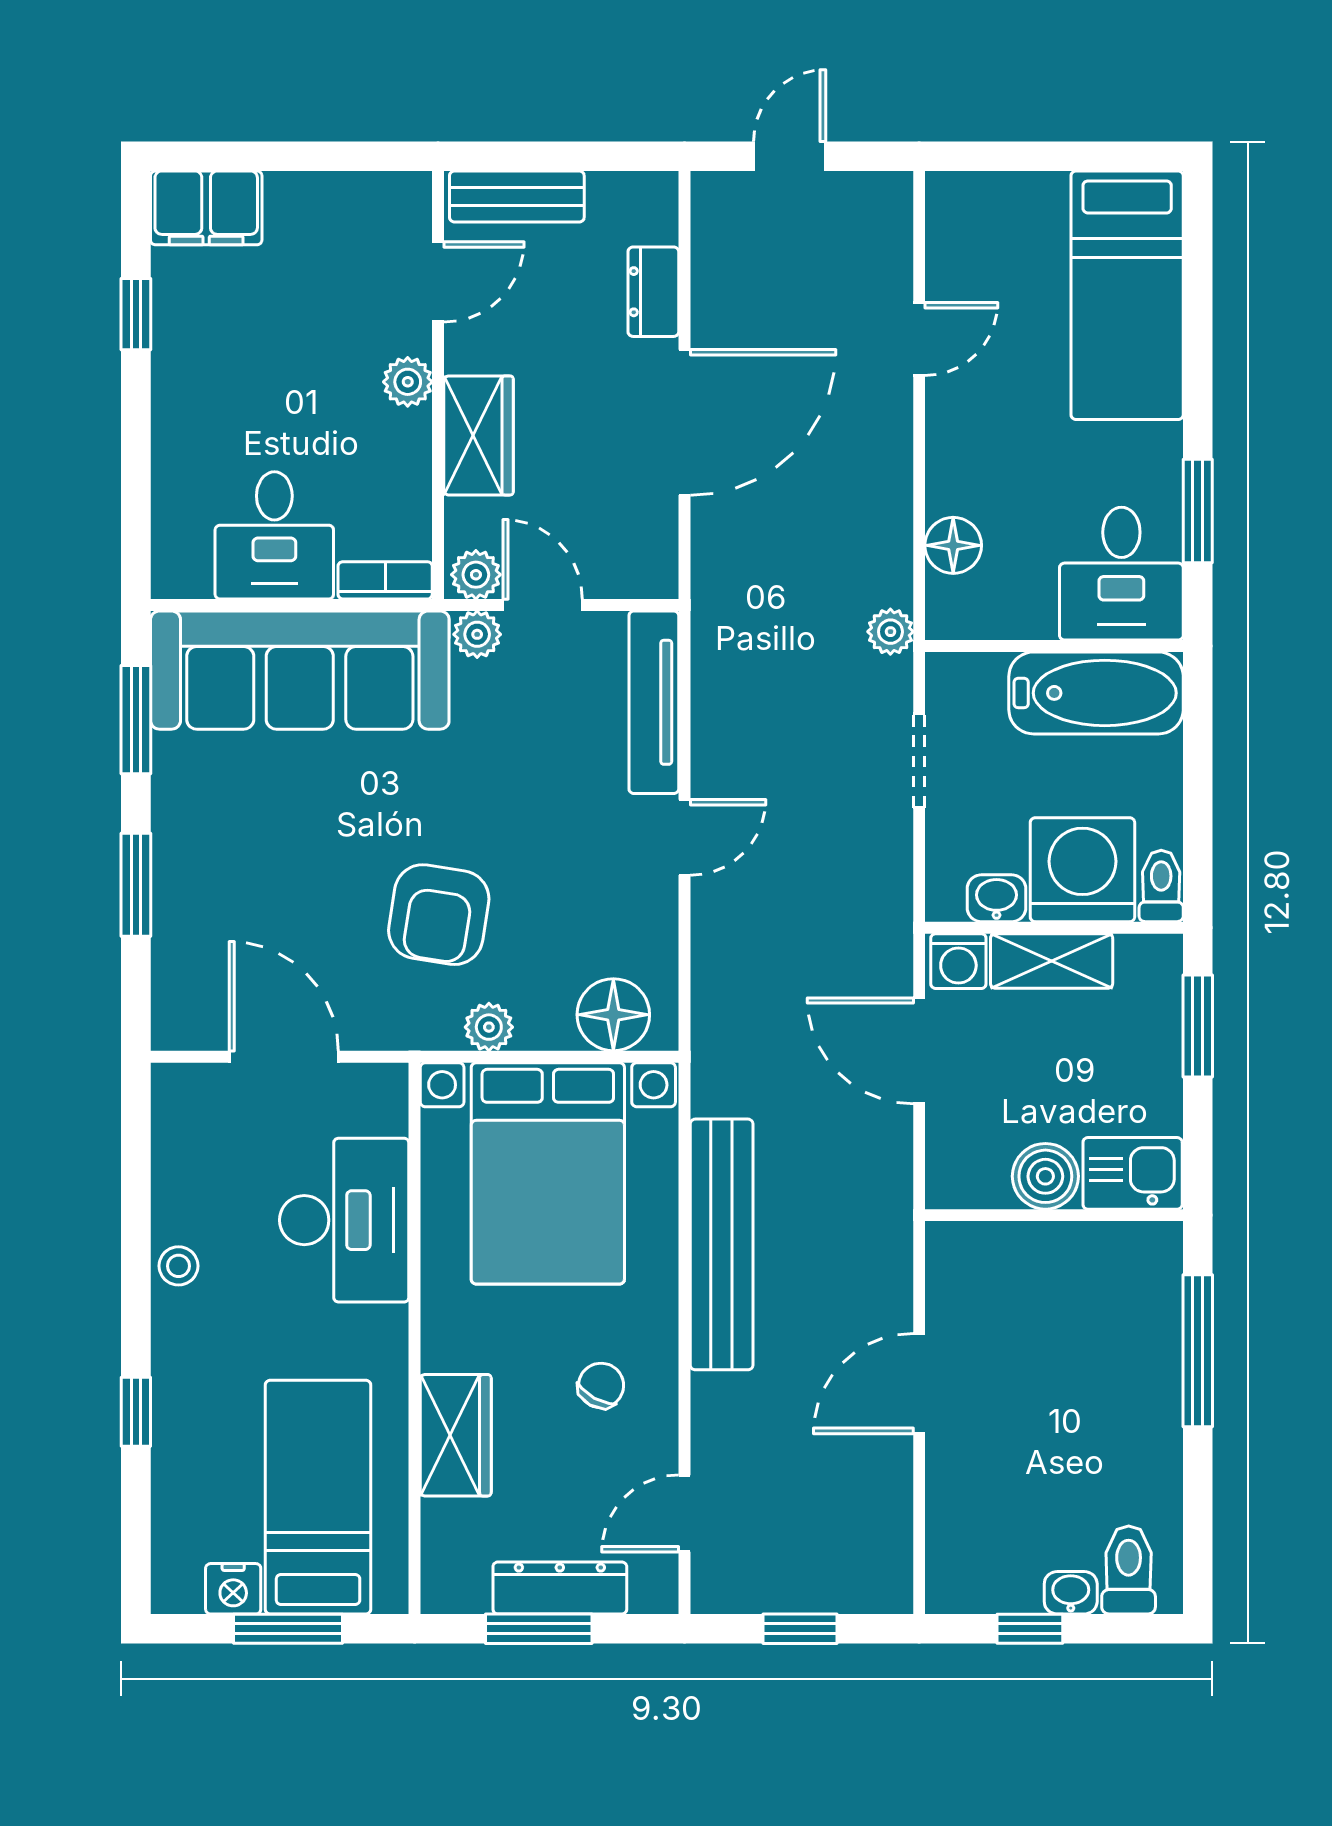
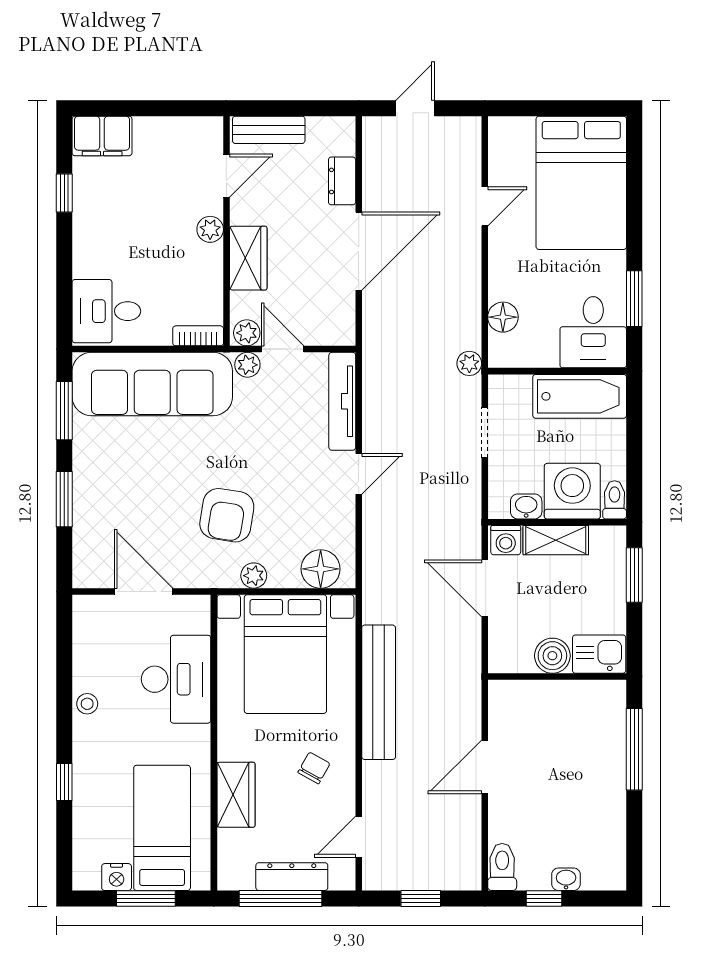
bed: (1127, 295) -> (581, 183), width x1.50
desk: (274, 535) -> (106, 311), moved, turned 90
toilet: (1129, 1570) -> (502, 867), moved
window: (539, 1629) -> (280, 899), width x1.44

